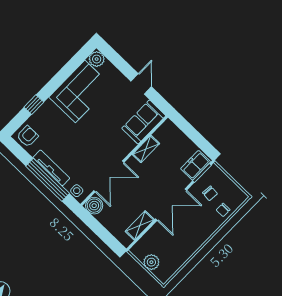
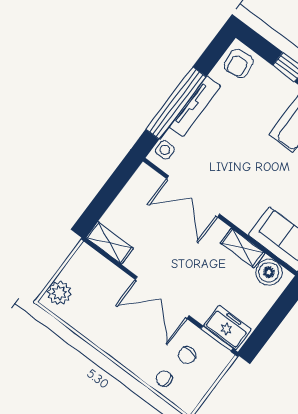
armchair: (27, 136) -> (239, 63), turned 83
boiler: (94, 206) -> (269, 272), moved
shelving: (140, 225) -> (110, 243), moved
plant: (151, 262) -> (59, 293), moved

